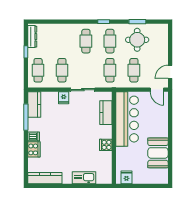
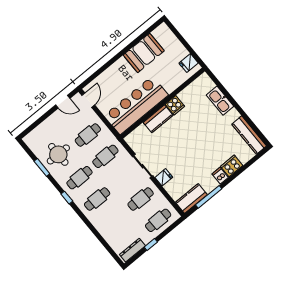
kitchen counter: (106, 113) -> (158, 119), moved

